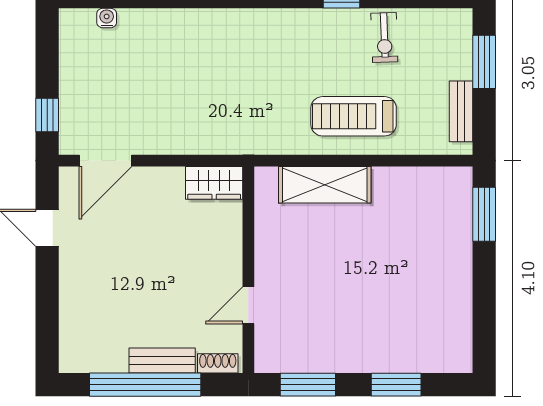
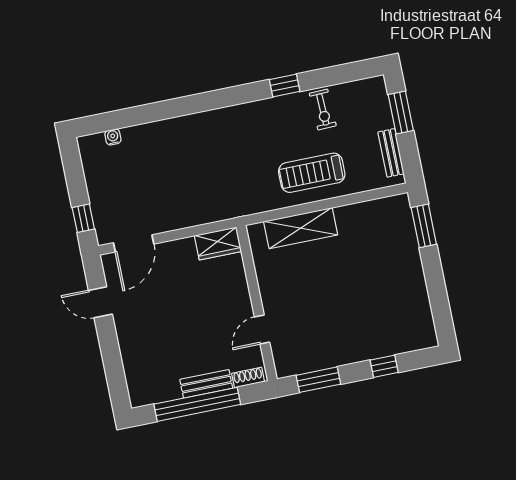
window: (396, 385) -> (384, 366), width x0.67

